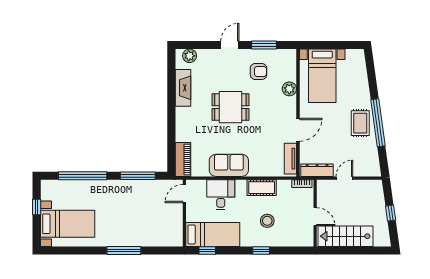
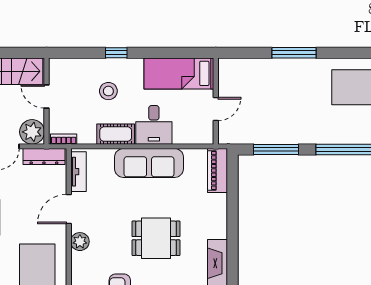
plant: (289, 89) -> (80, 242), moved
sofa: (229, 165) -> (149, 163), width x1.36
plant: (326, 189) -> (32, 132), added
door: (184, 194) -> (216, 109), moved
desk: (221, 195) -> (154, 125), moved
window: (207, 251) -> (186, 53), removed

